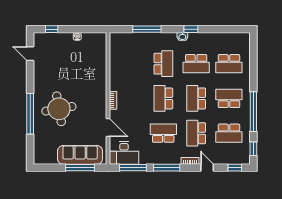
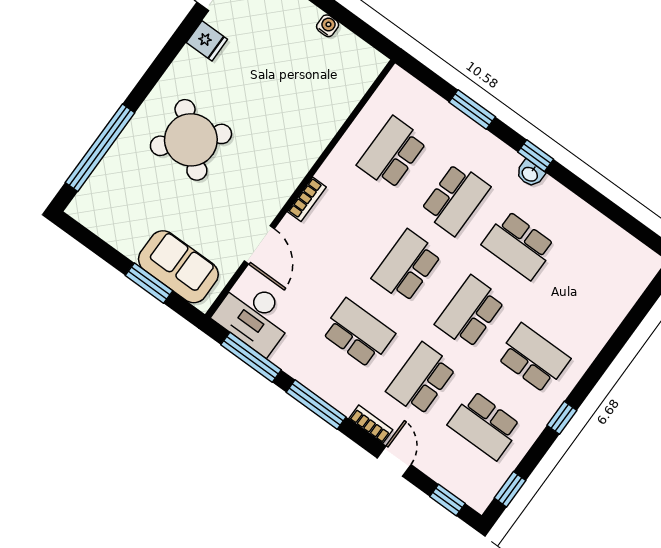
window: (147, 29) -> (472, 110), width x0.69
window: (191, 29) -> (536, 156), moved
school desk: (229, 64) -> (392, 153), moved, turned 90
fridge: (40, 71) -> (207, 41), added
round table: (59, 109) -> (191, 140), turned -37
window: (253, 112) -> (562, 418), width x0.32
window: (30, 114) -> (100, 148), moved
sofa: (80, 155) -> (178, 267), width x0.73
window: (80, 168) -> (149, 283), width x0.69

